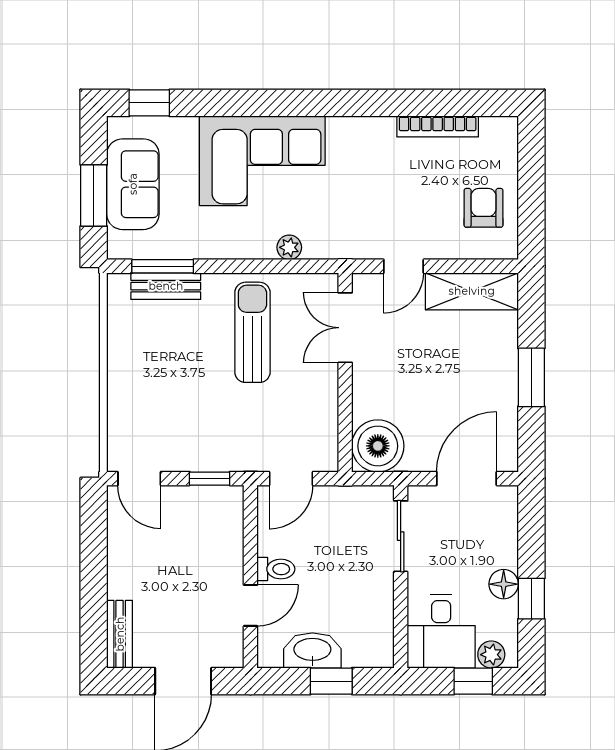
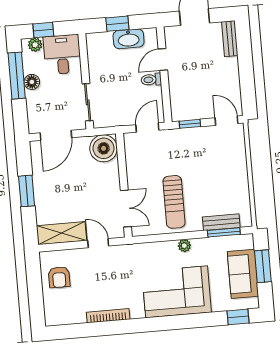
bookcase: (438, 126) -> (108, 316), moved
plant: (289, 247) -> (184, 246), moved
door: (404, 266) -> (98, 243), hinge flipped
window: (531, 599) -> (17, 76), width x2.17

